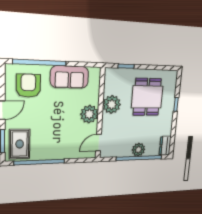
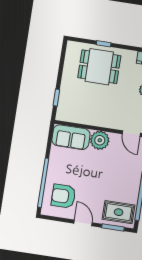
sofa: (69, 77) -> (71, 137), moved, turned 90
dining table: (147, 97) -> (99, 67), moved
plant: (112, 104) -> (93, 116), removed

